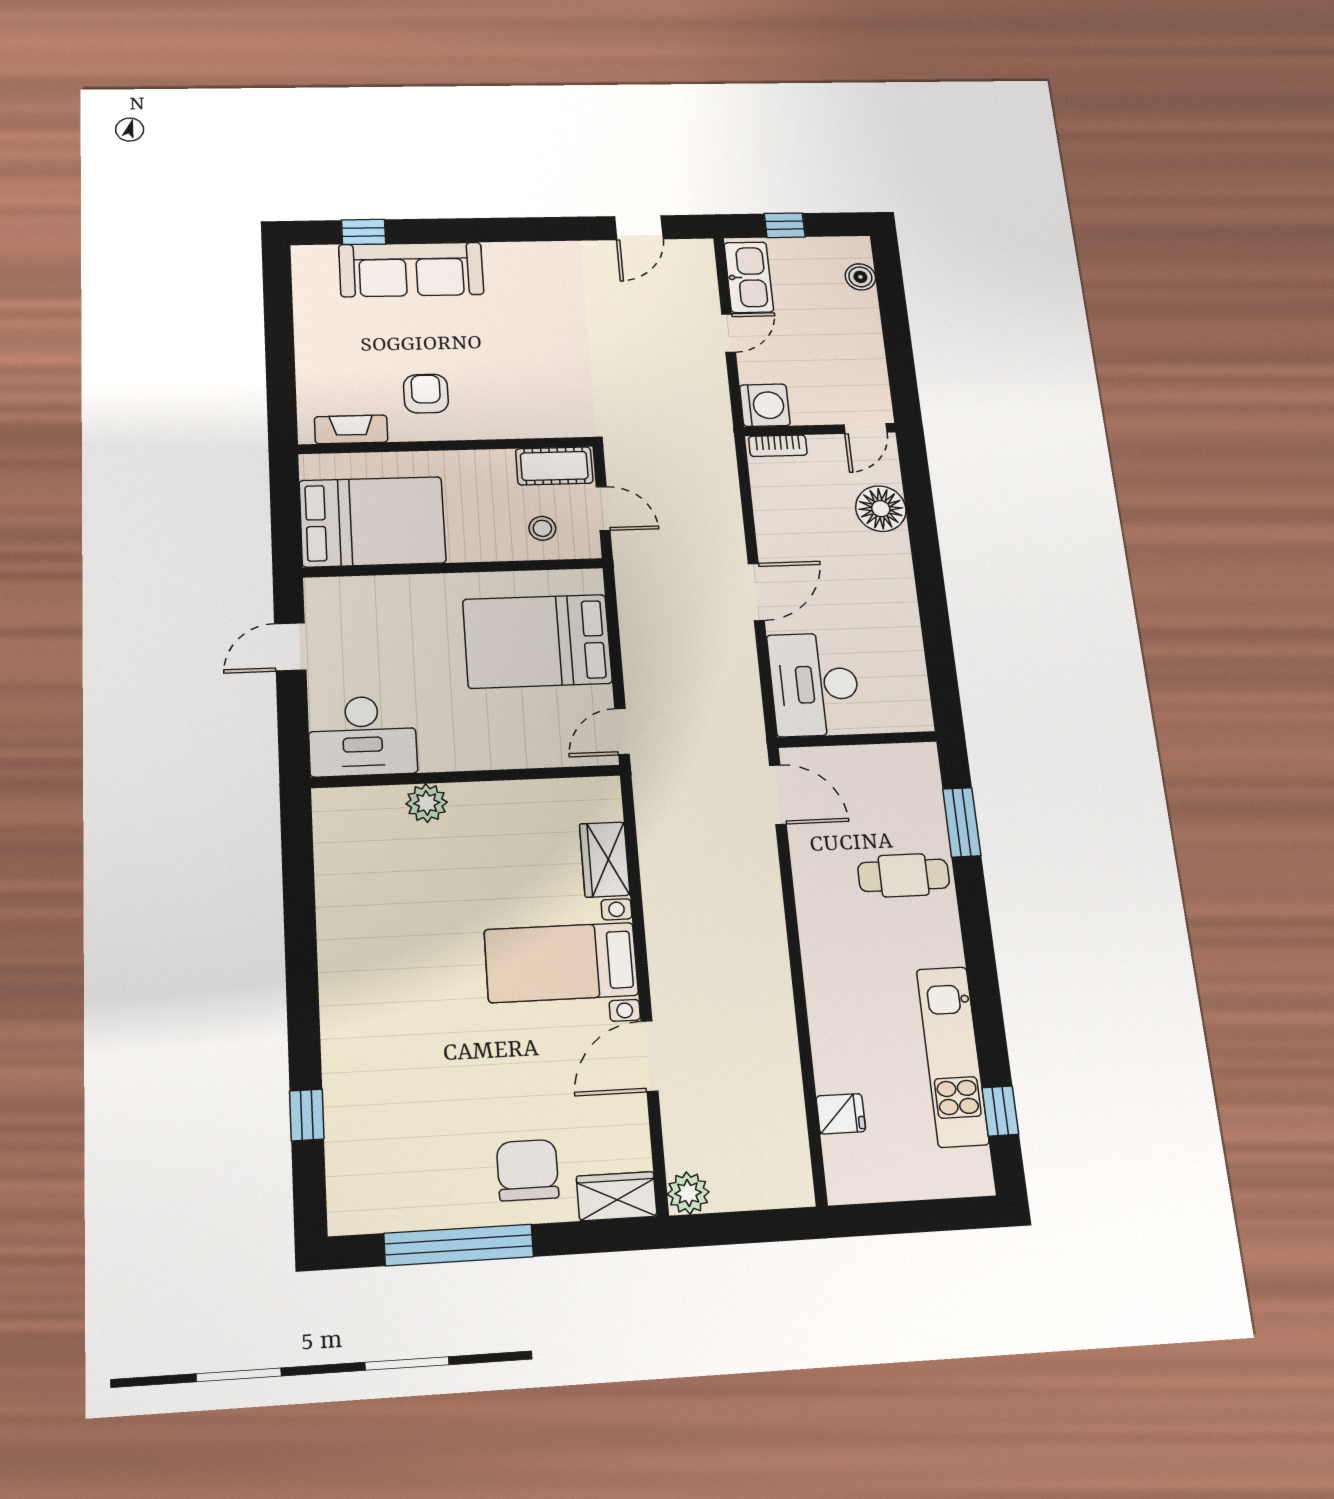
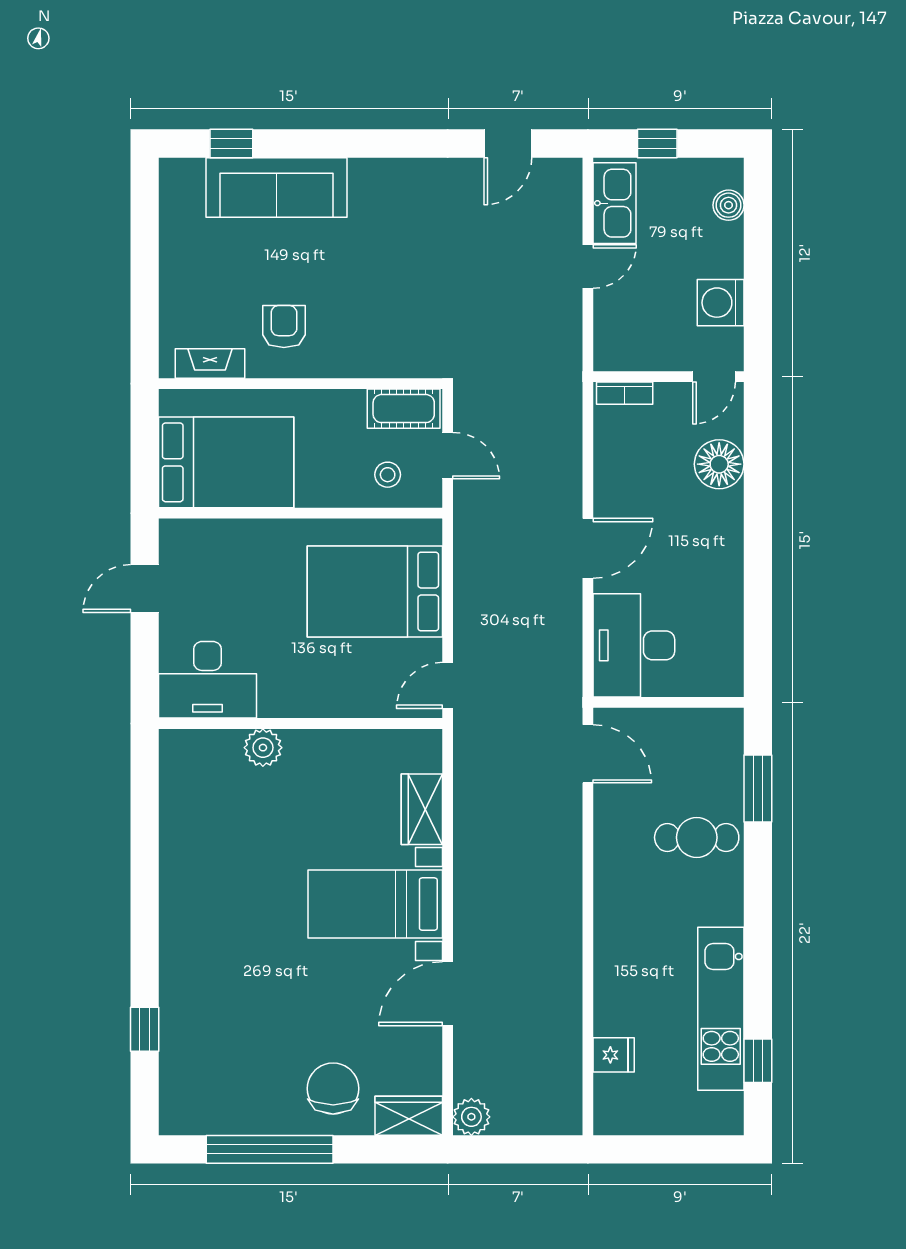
washing machine: (765, 405) -> (721, 303), moved, turned 180

